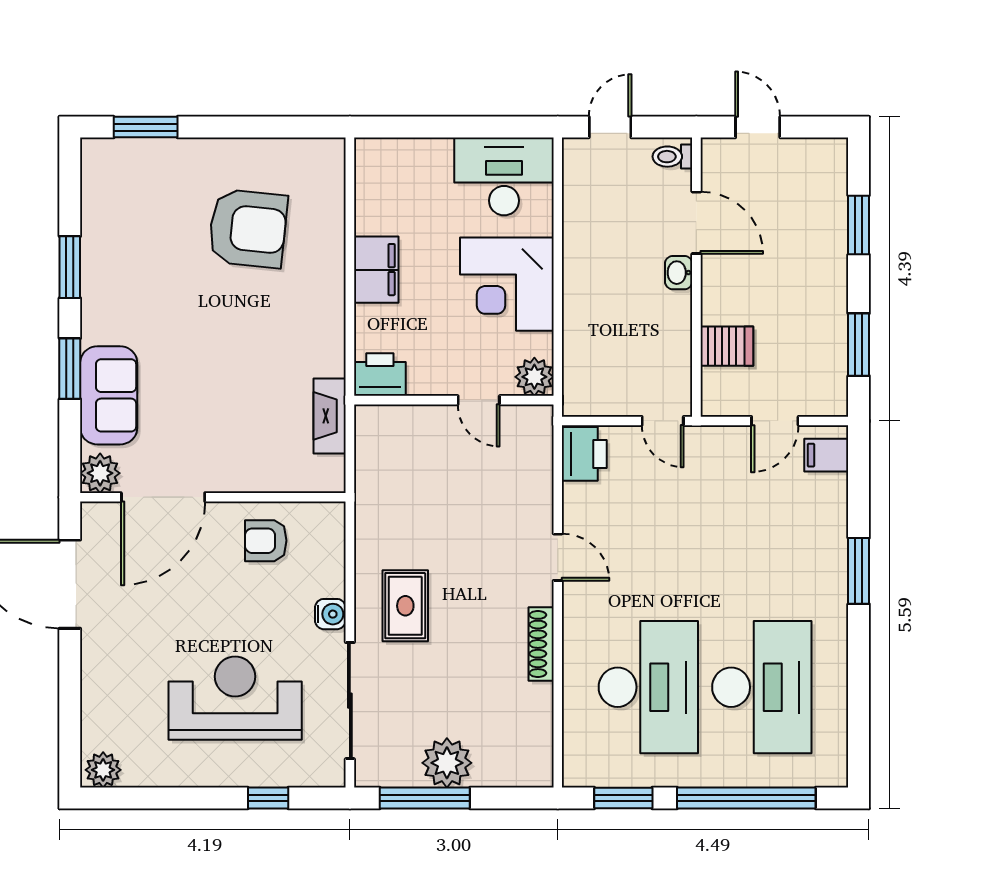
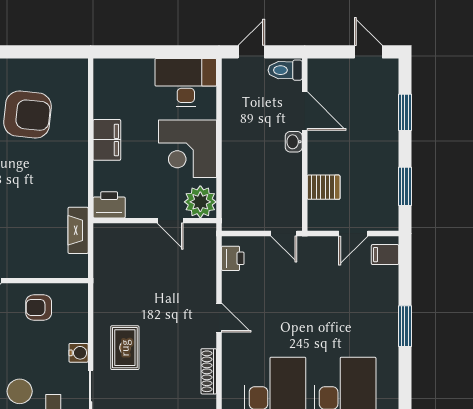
door: (758, 127) -> (368, 52), moved
toilet: (672, 157) -> (285, 70), width x1.37, depth x1.39
plant: (534, 377) -> (200, 202), width x1.36, depth x1.36
printer: (584, 454) -> (233, 258), width x0.73, depth x0.81

